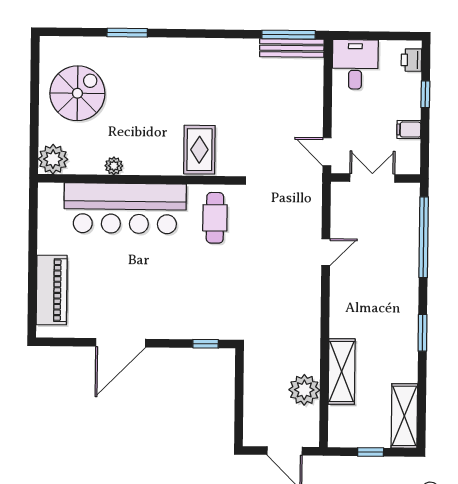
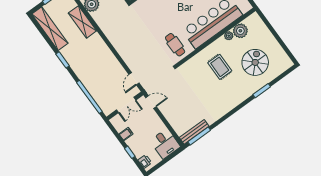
spiral stairs: (77, 93) -> (255, 62), moved, turned 180
rug: (199, 150) -> (220, 67), moved
plant: (53, 159) -> (240, 31), moved
door: (326, 252) -> (134, 79), moved
shelving: (404, 416) -> (50, 29), width x1.47

